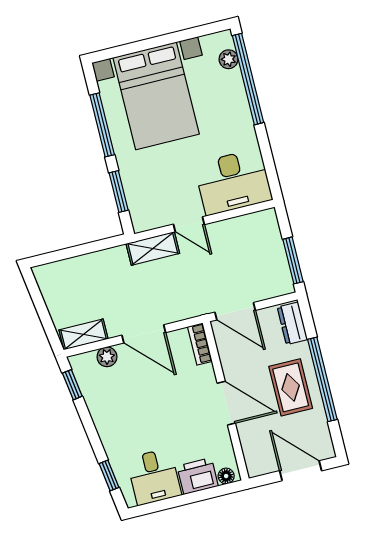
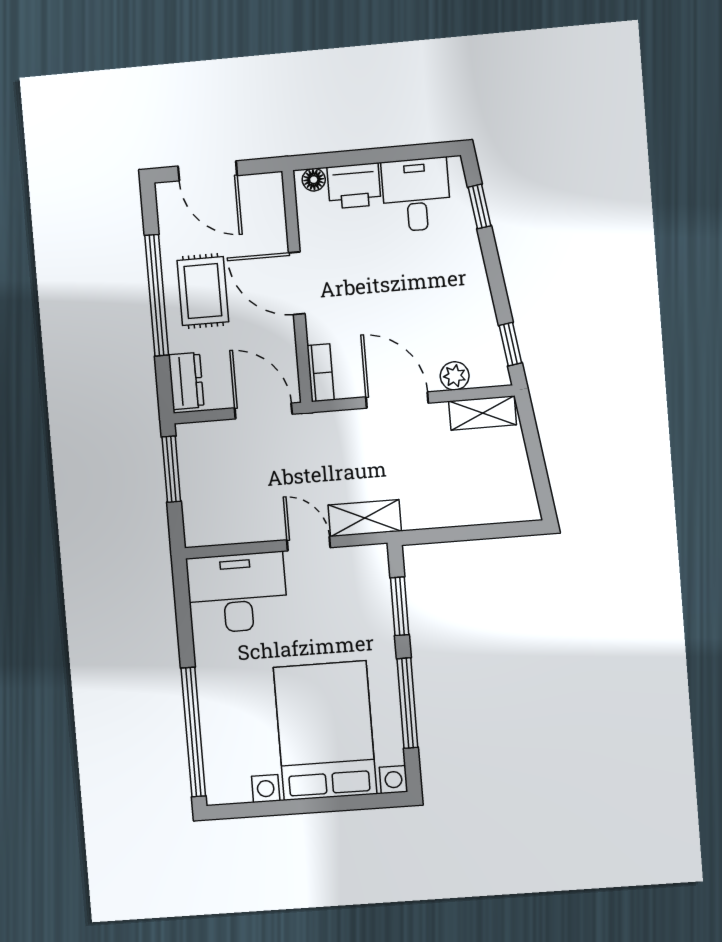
plant: (229, 59) -> (216, 764), removed

